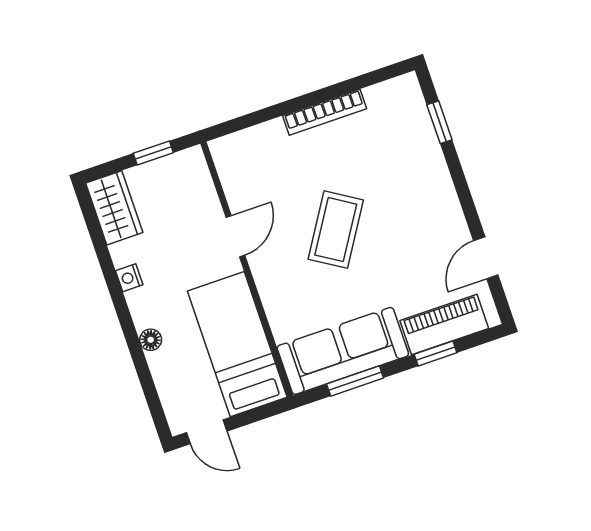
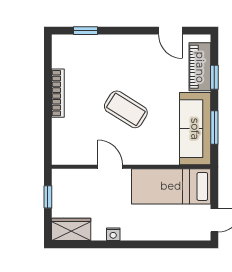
floor lamp: (151, 340) -> (152, 234), removed

